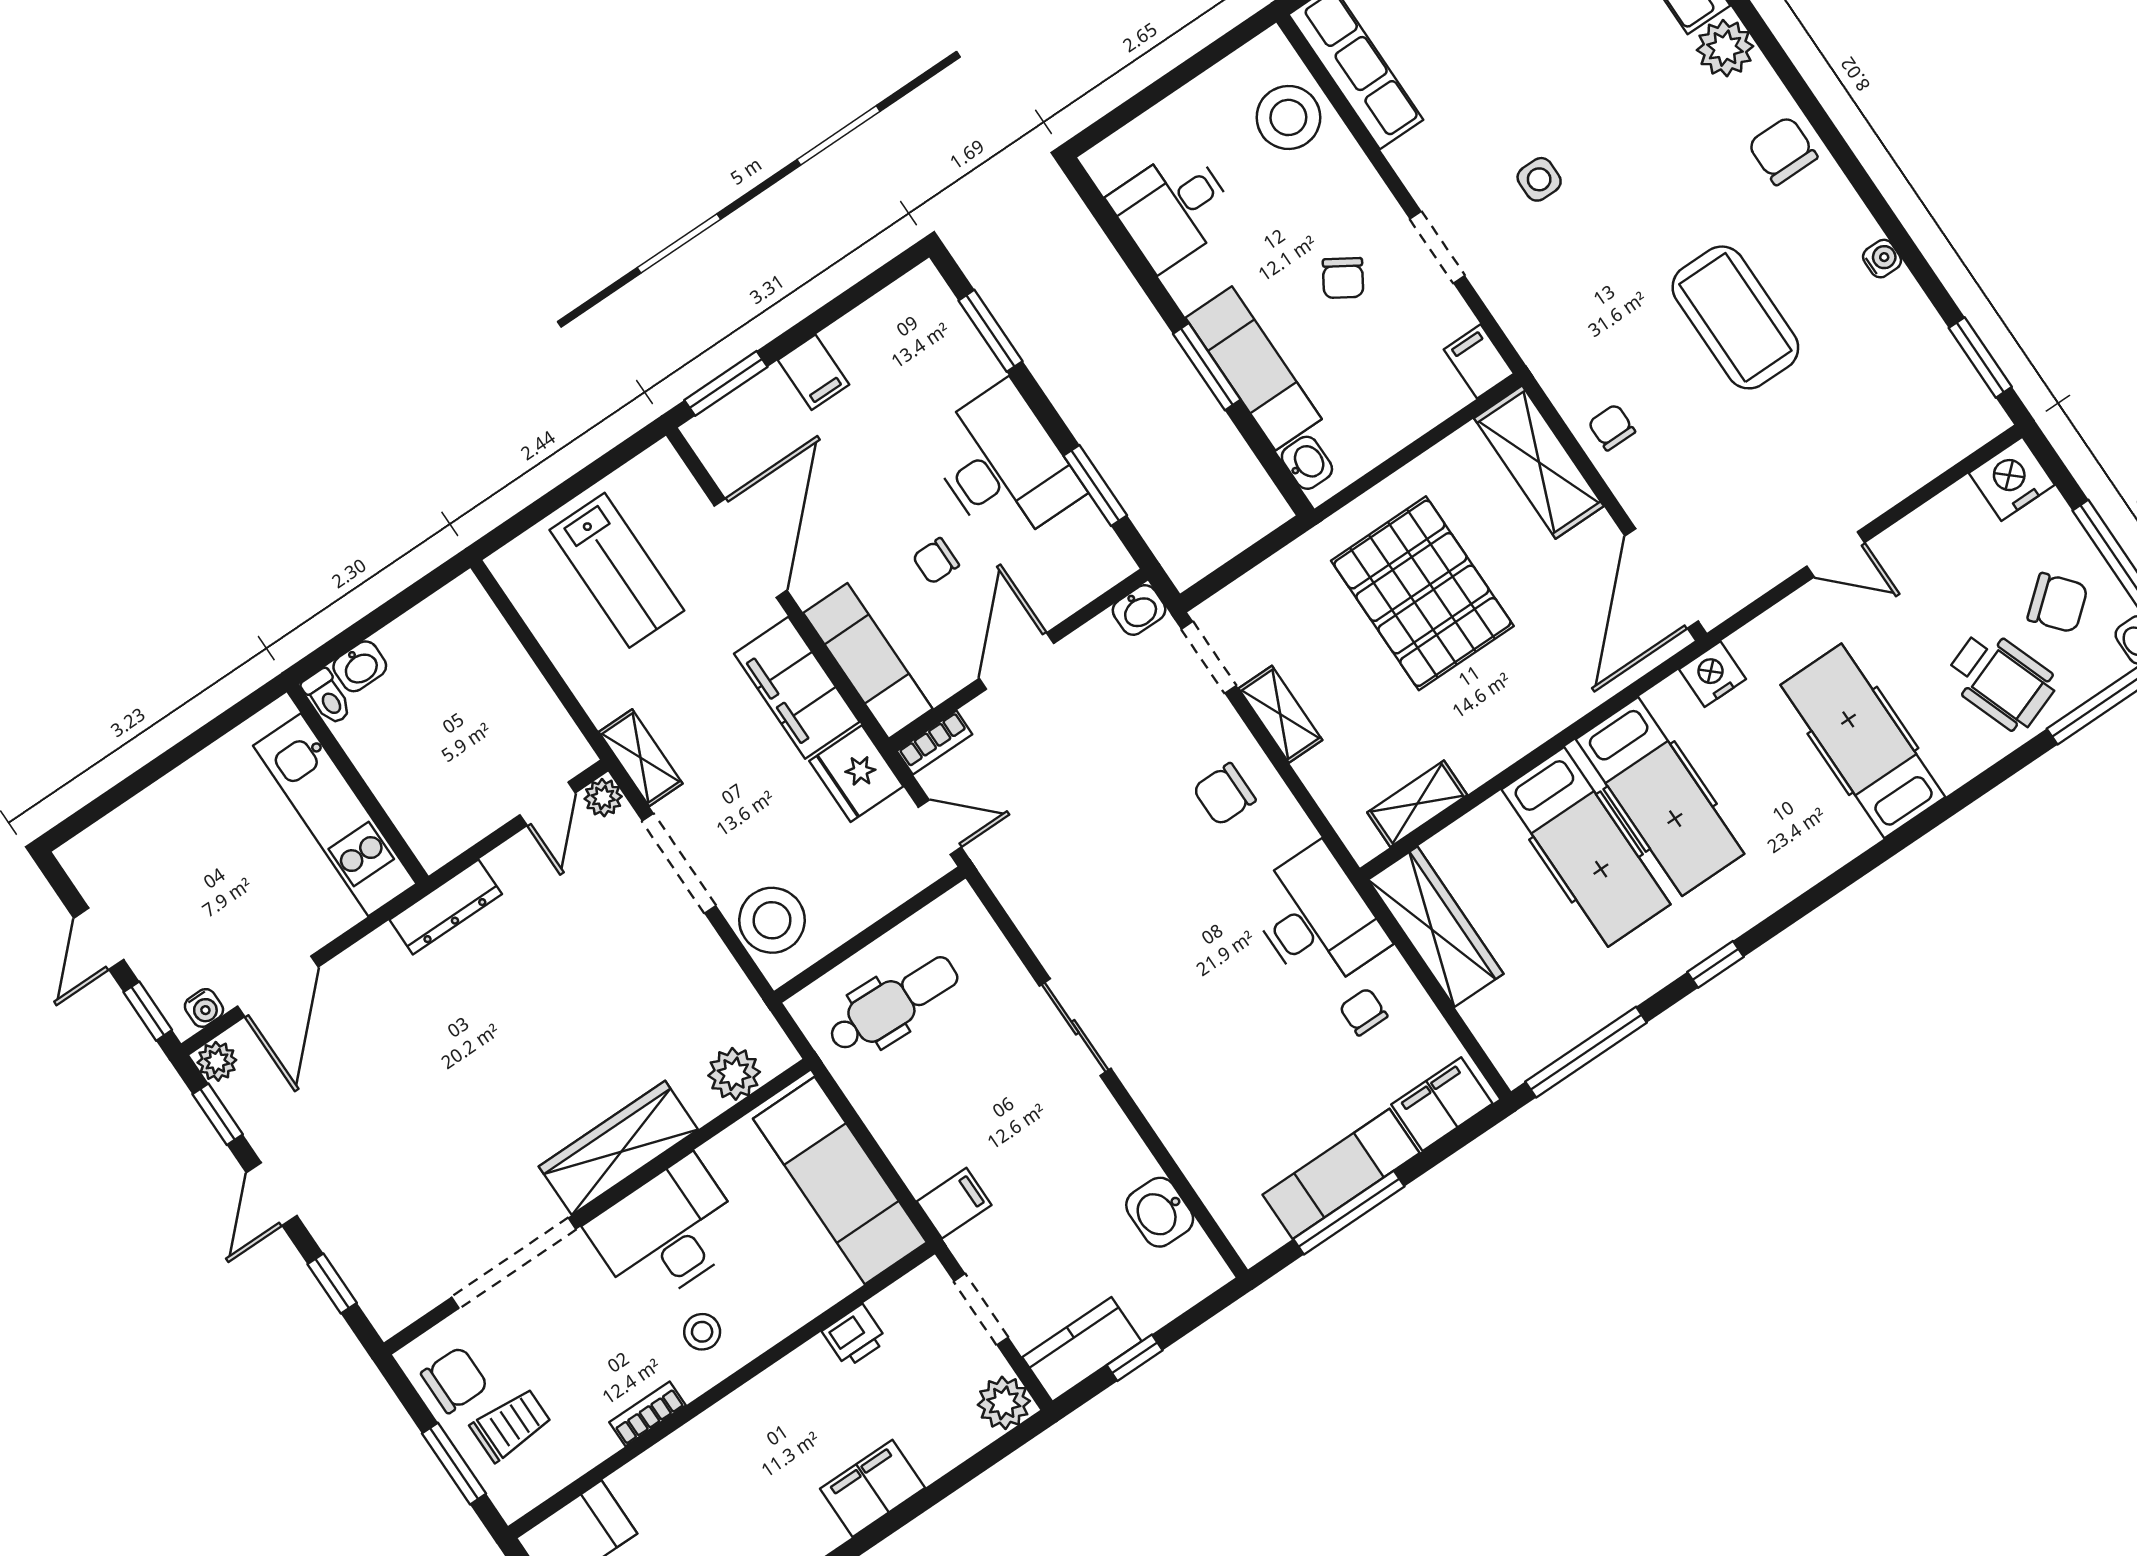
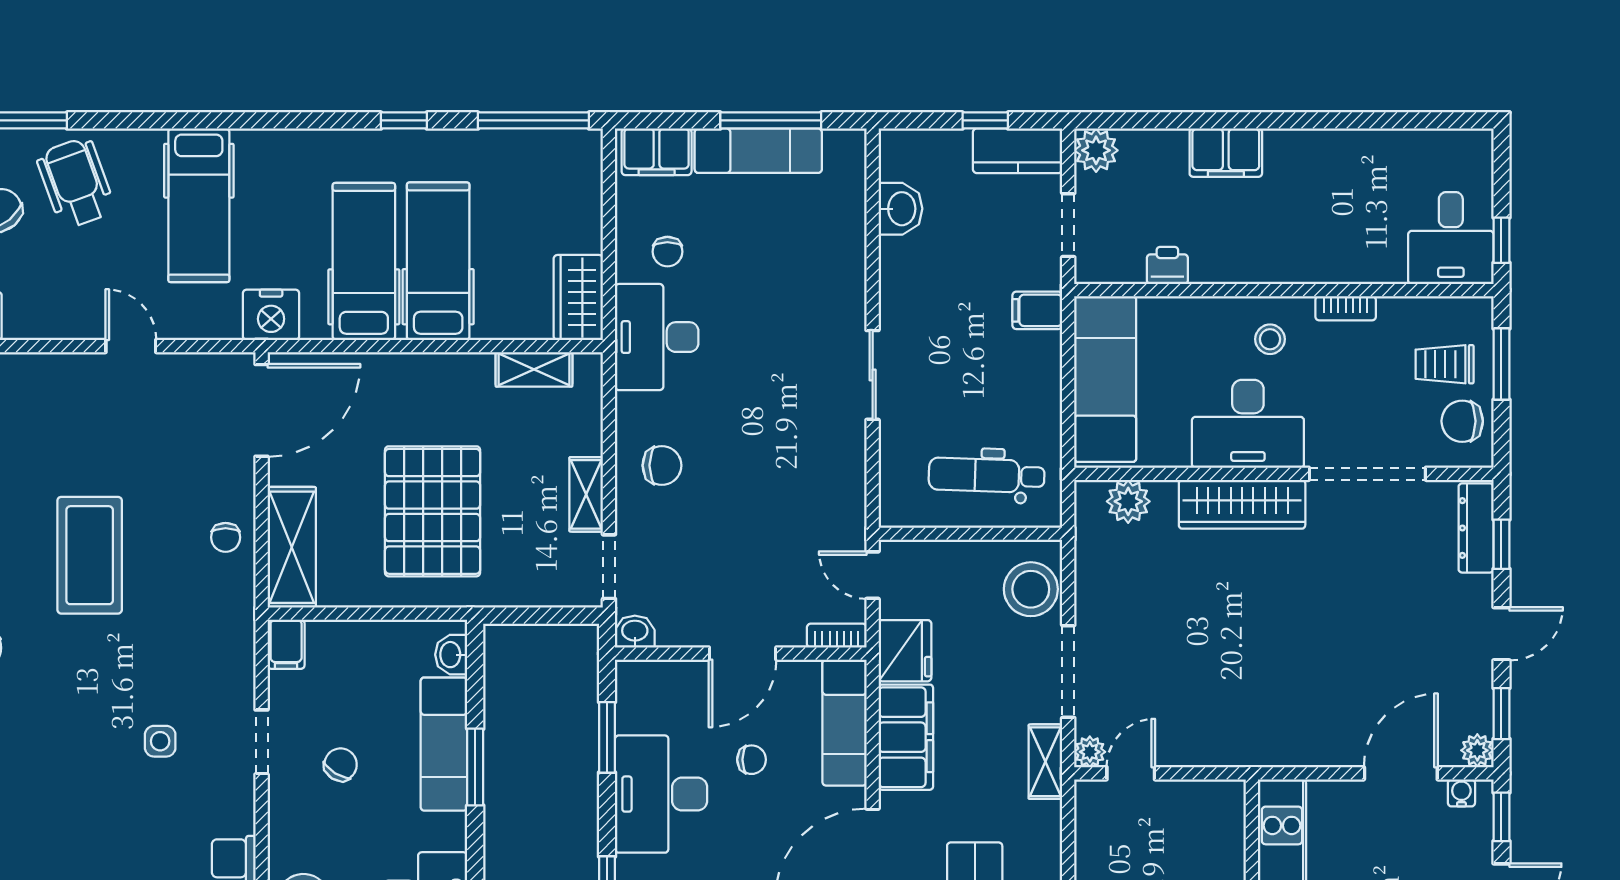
nightstand: (1713, 674) -> (271, 315), width x1.36, depth x1.33
dresser: (446, 907) -> (1476, 528), moved, turned -90
wardrobe: (1436, 927) -> (578, 298), width x0.67

